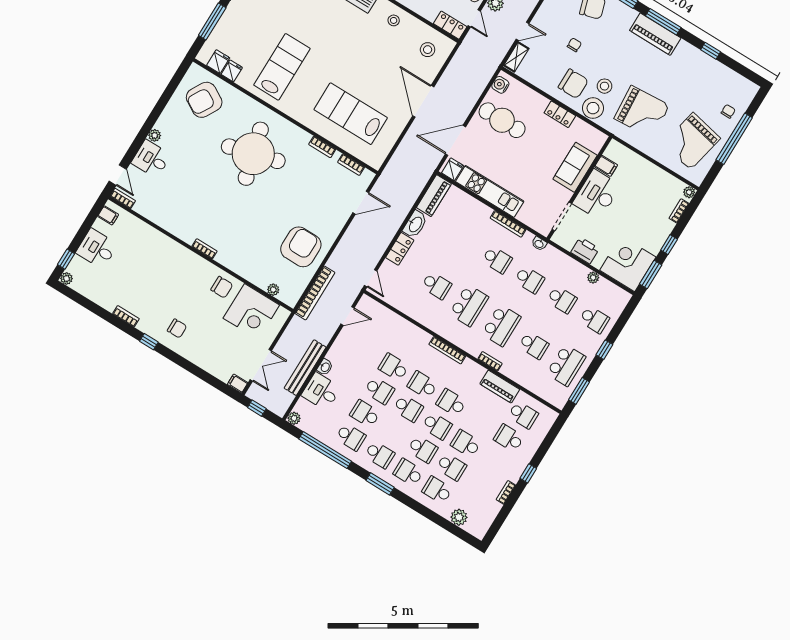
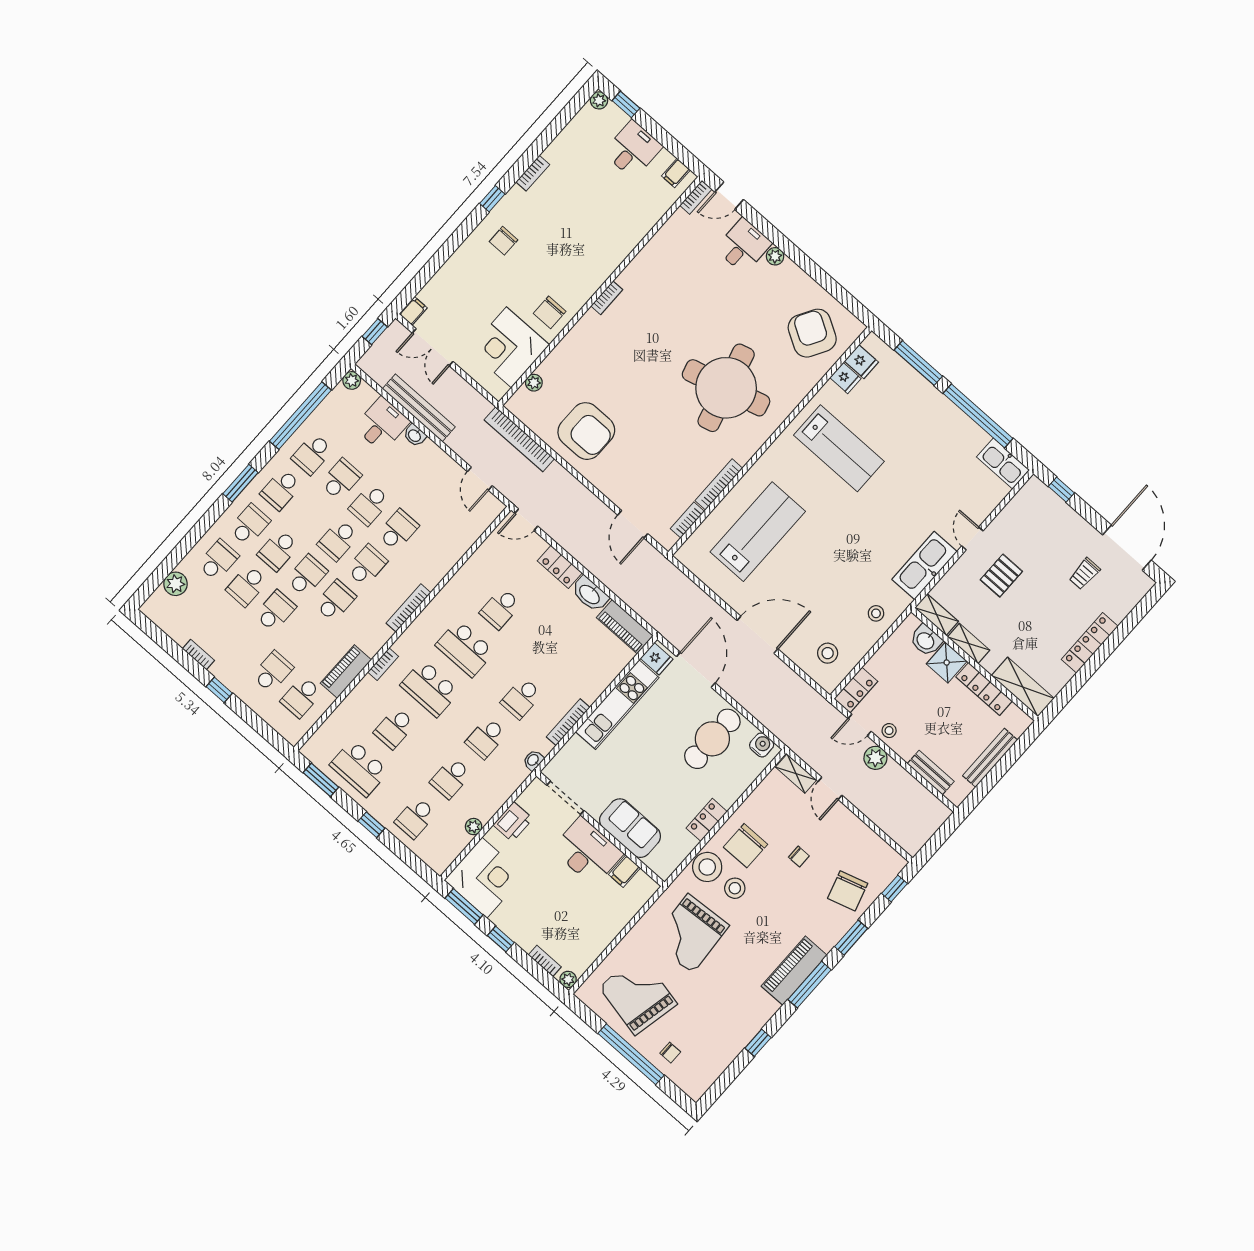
bookcase: (322, 147) -> (719, 484), width x1.56
school desk: (437, 426) -> (307, 575), turned 180

